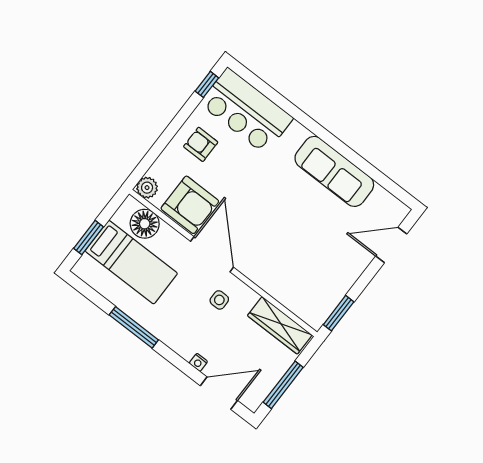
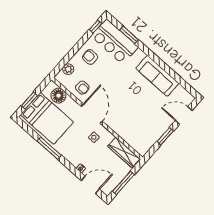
window: (274, 96) -> (129, 35), added
plant: (147, 188) -> (68, 69), moved
armchair: (190, 205) -> (82, 88), width x0.53, depth x0.53
bed: (131, 262) -> (47, 118), width x1.50
window: (339, 313) -> (165, 136), moved

